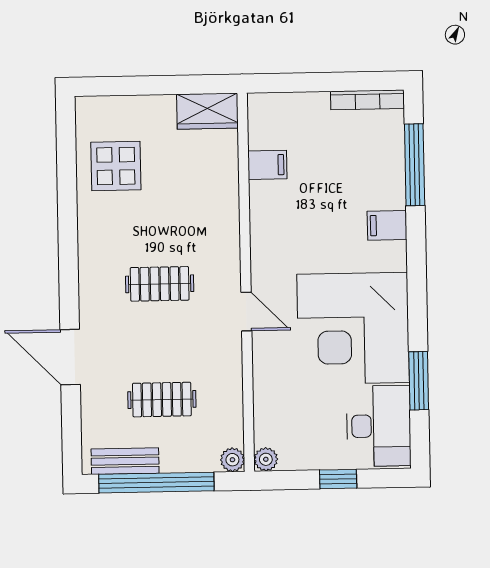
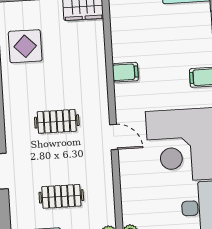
filing cabinet: (267, 165) -> (125, 72), moved

